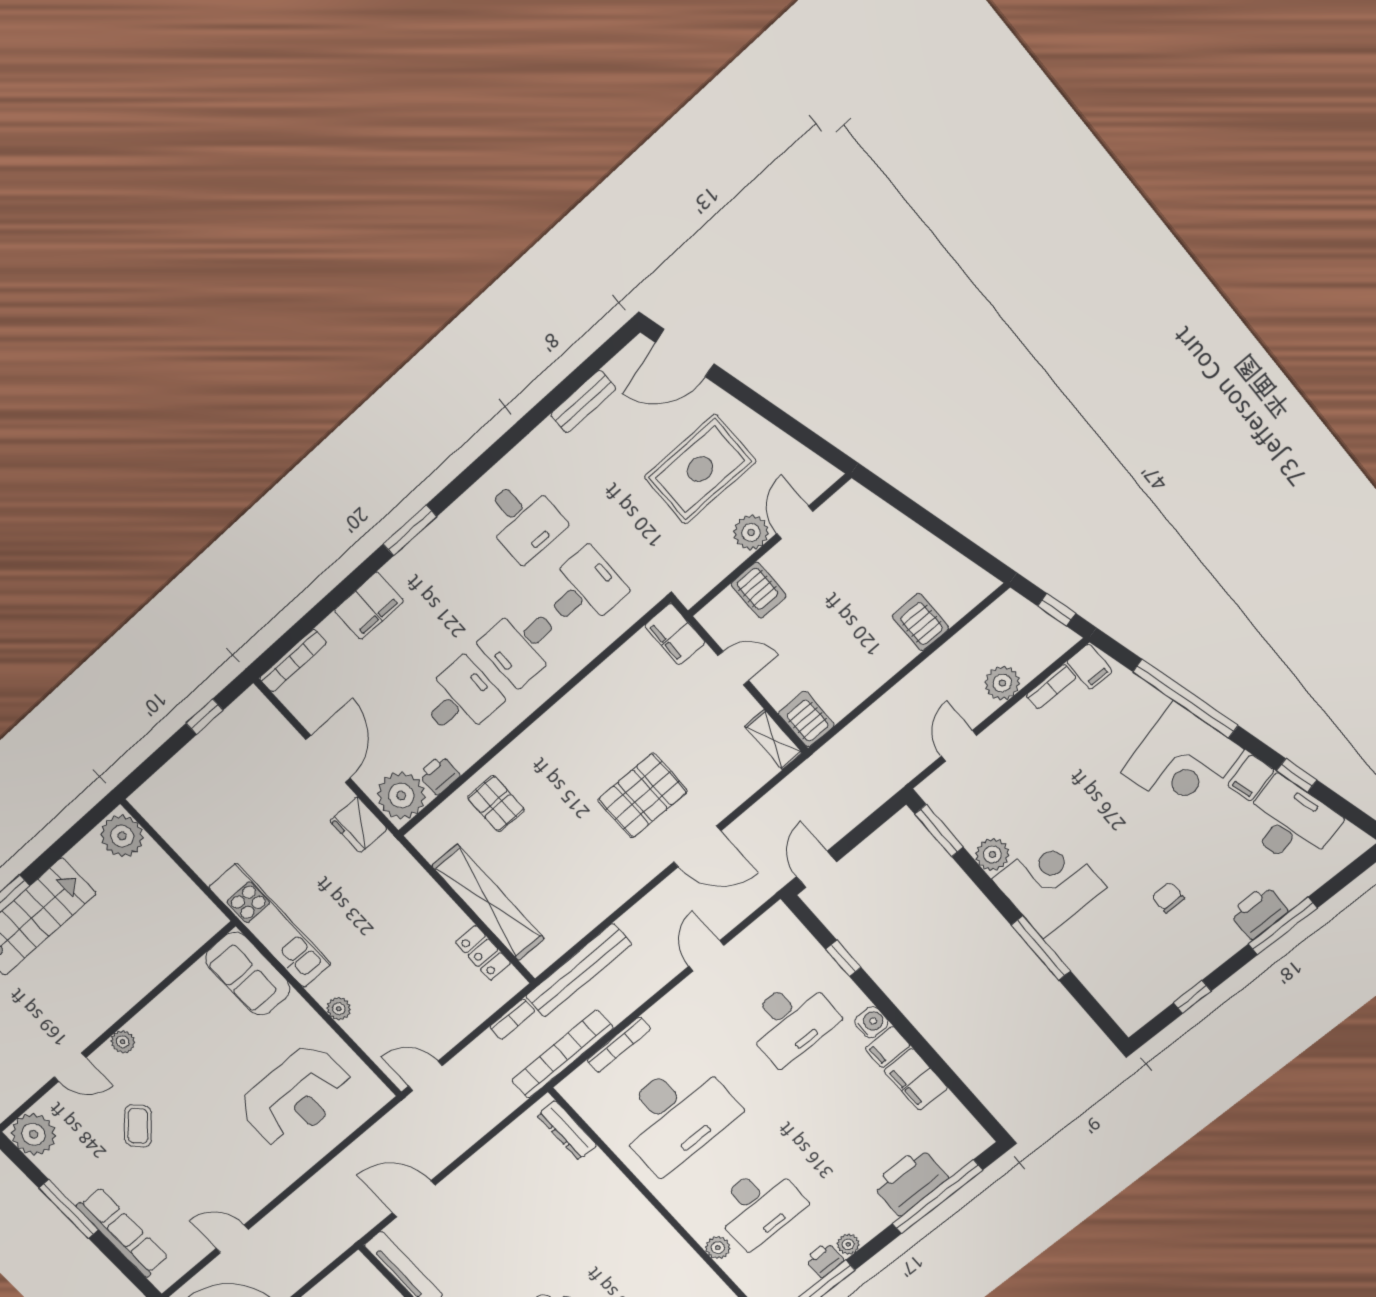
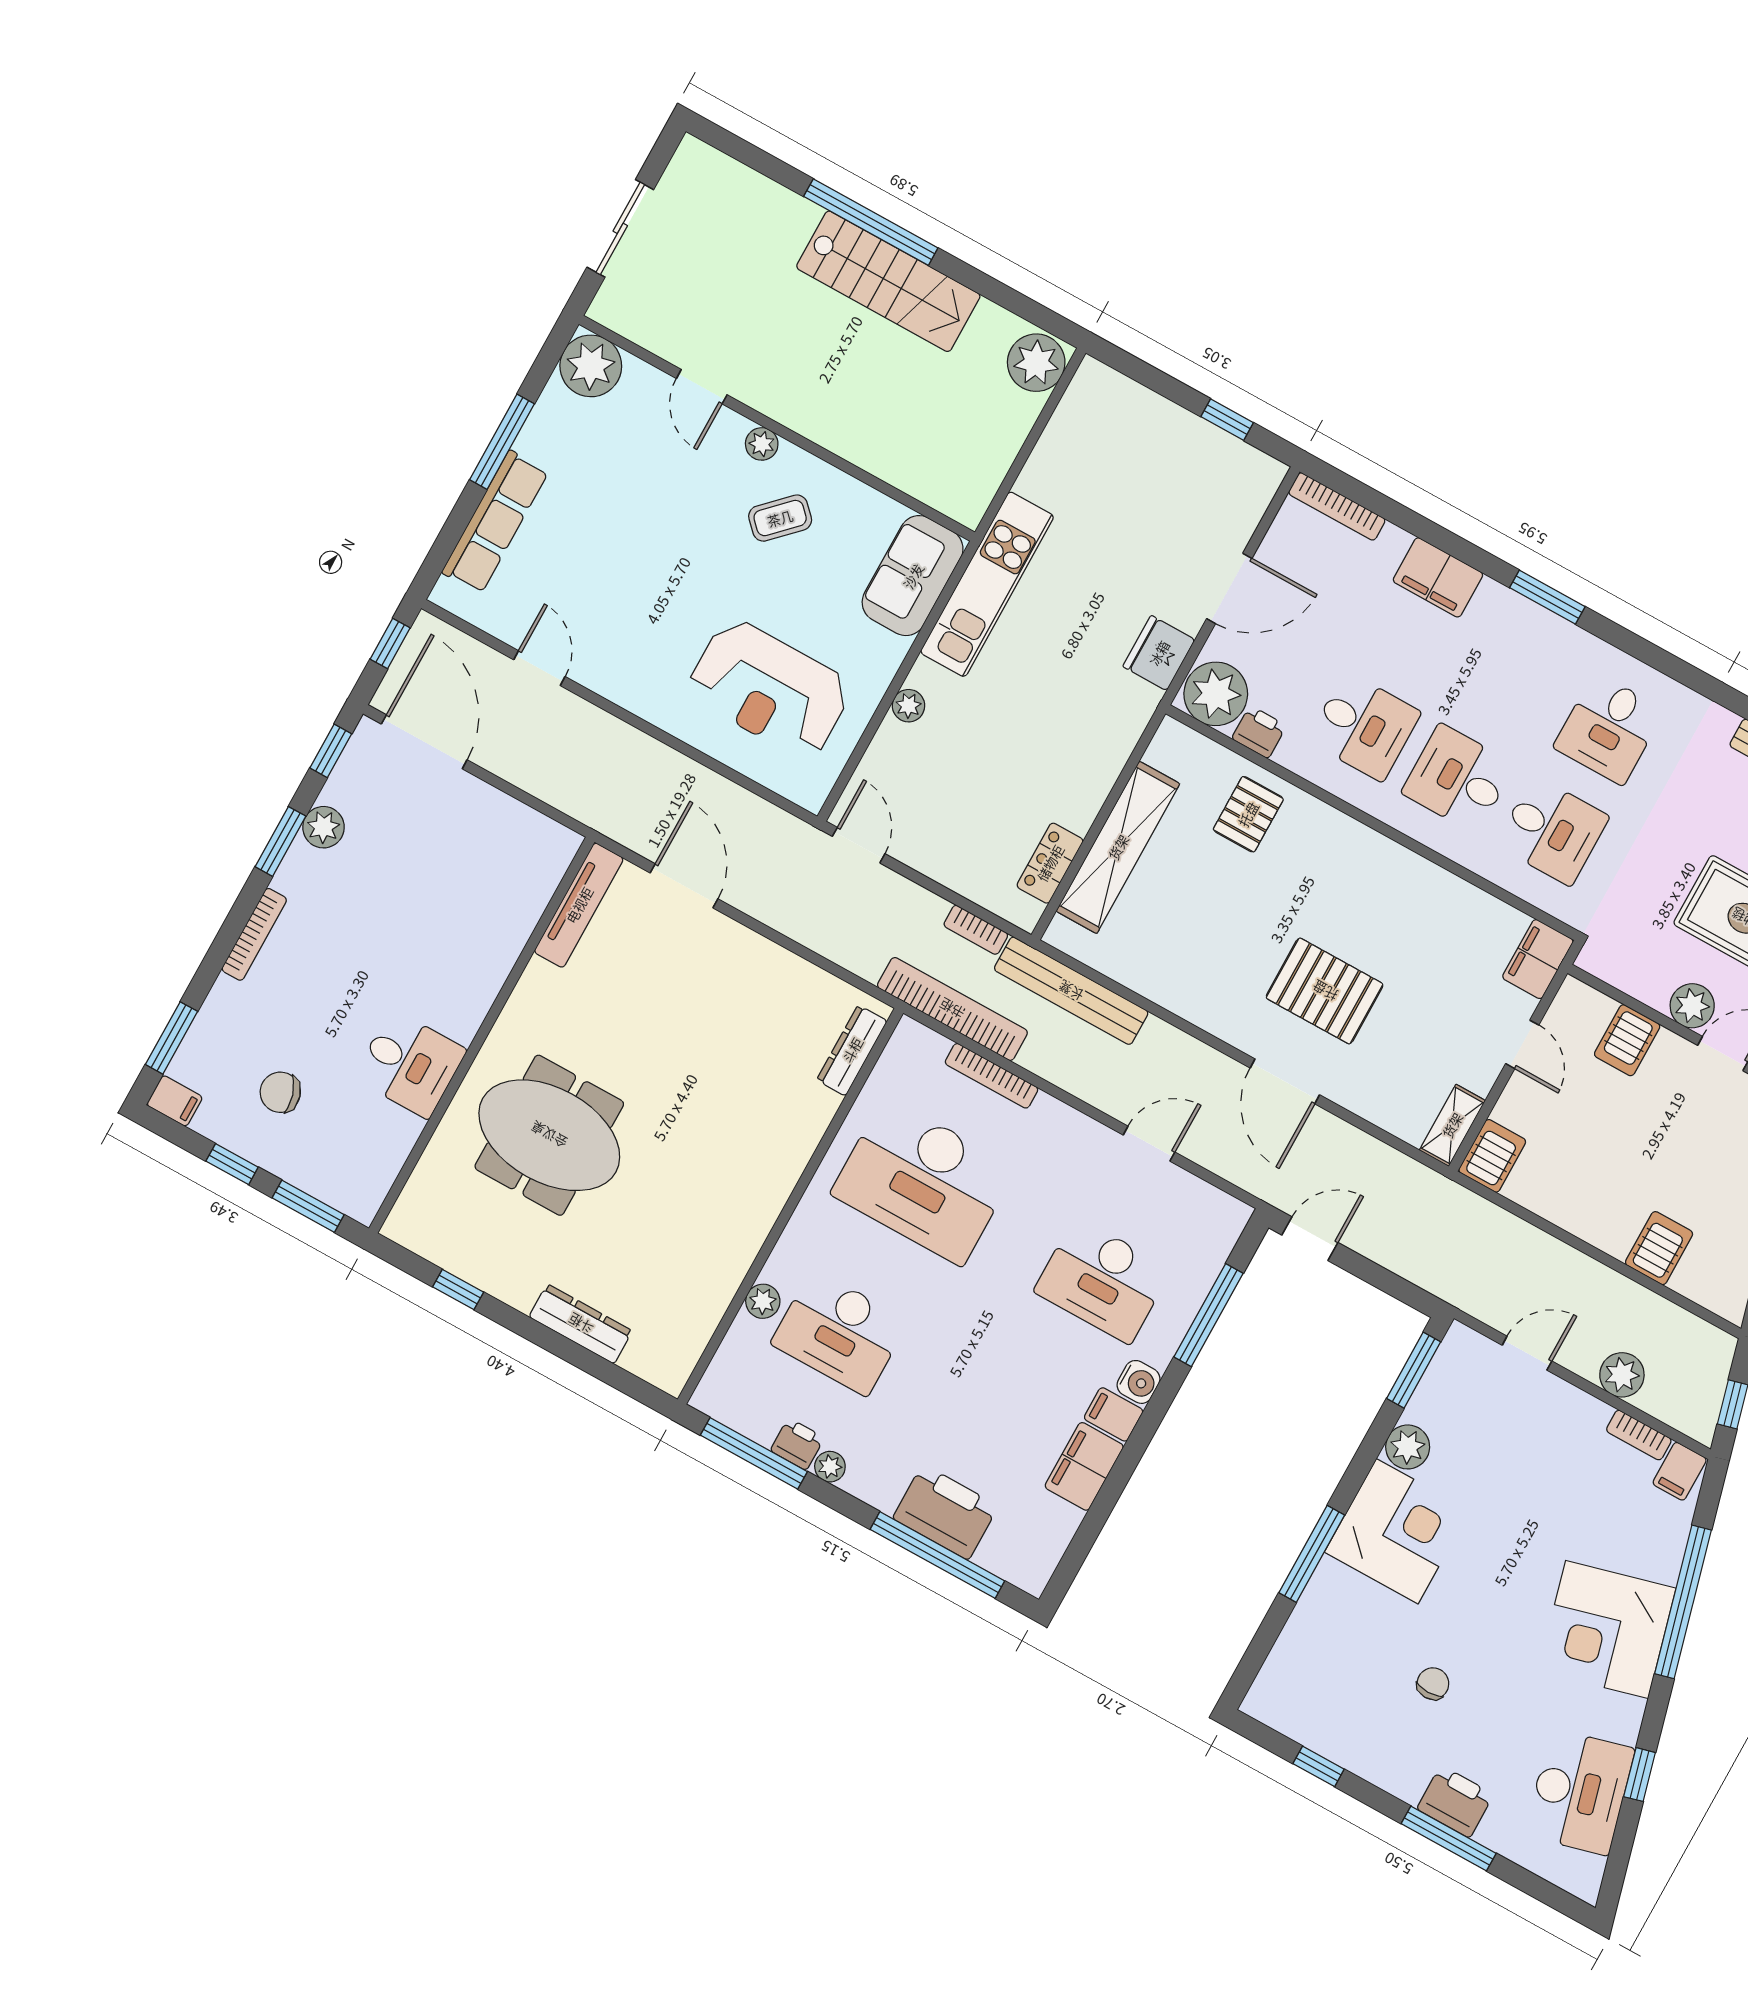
filing cabinet: (1251, 778) -> (1617, 1721), removed
window: (843, 958) -> (1208, 1315), width x2.17
coffee table: (138, 1126) -> (780, 518), moved

